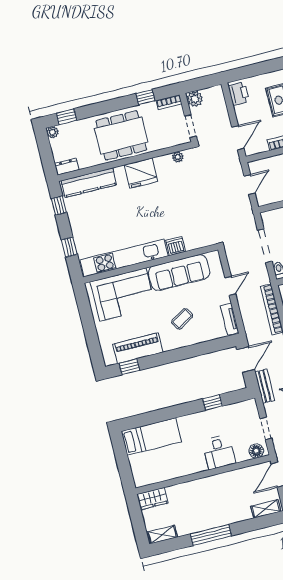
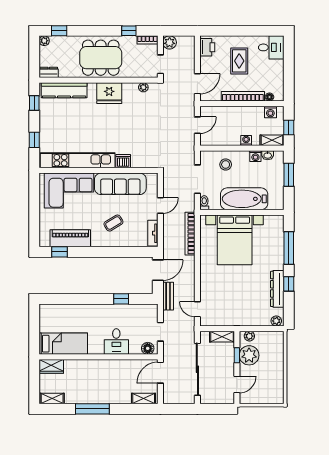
bed: (151, 437) -> (63, 344), moved

